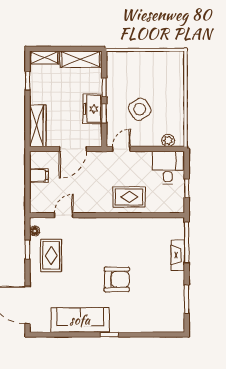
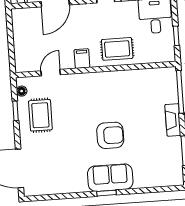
filing cabinet: (39, 175) -> (82, 59), moved, turned -90
fireplace: (178, 255) -> (173, 120), moved
sofa: (80, 320) -> (110, 178), moved, width x0.73

